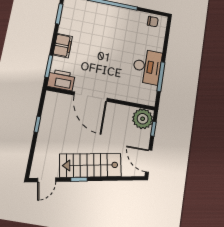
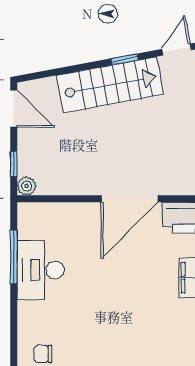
door: (91, 97) -> (129, 199), swing flipped
plant: (143, 119) -> (27, 186), width x0.53, depth x0.53

